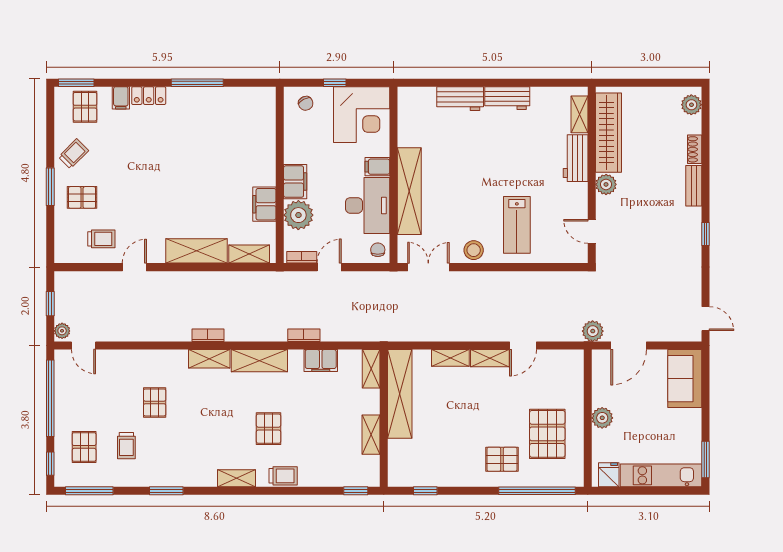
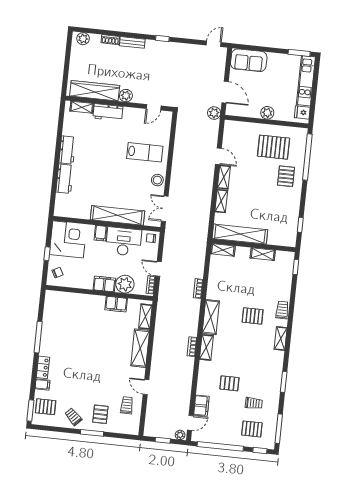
filing cabinet: (321, 361) -> (201, 406), moved

